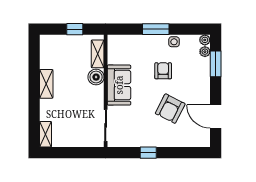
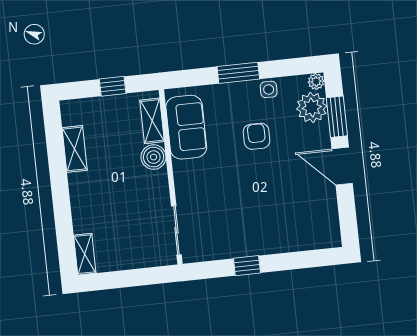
plant: (205, 52) -> (312, 108), width x1.88, depth x1.88
shelving: (46, 84) -> (75, 149), moved
sofa: (119, 85) -> (186, 127), moved
armchair: (170, 109) -> (274, 194), removed
door: (216, 117) -> (342, 166), moved

